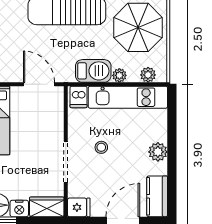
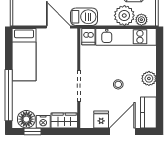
barbecue: (93, 71) -> (84, 17), moved
plant: (119, 75) -> (124, 15), width x1.88, depth x1.88
stool: (101, 147) -> (118, 84), moved
fridge: (79, 207) -> (101, 119), moved, turned -90

